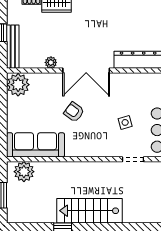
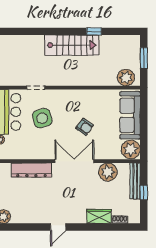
plant: (51, 62) -> (108, 172), width x1.88, depth x1.88
side table: (125, 122) -> (42, 118), width x1.87, depth x1.87
sofa: (36, 145) -> (130, 115), moved, turned 90

